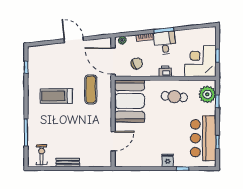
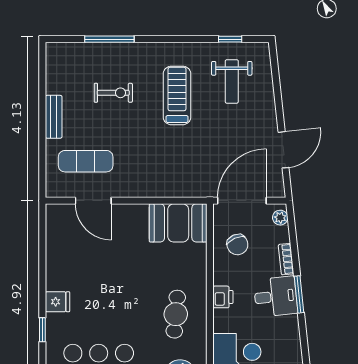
door: (74, 40) -> (284, 150), moved
weight bench: (49, 66) -> (232, 81), added
exercise mat: (91, 89) -> (86, 161), moved
booth: (130, 101) -> (178, 223), width x0.73, depth x0.70
exercise bike: (42, 155) -> (113, 93), moved

